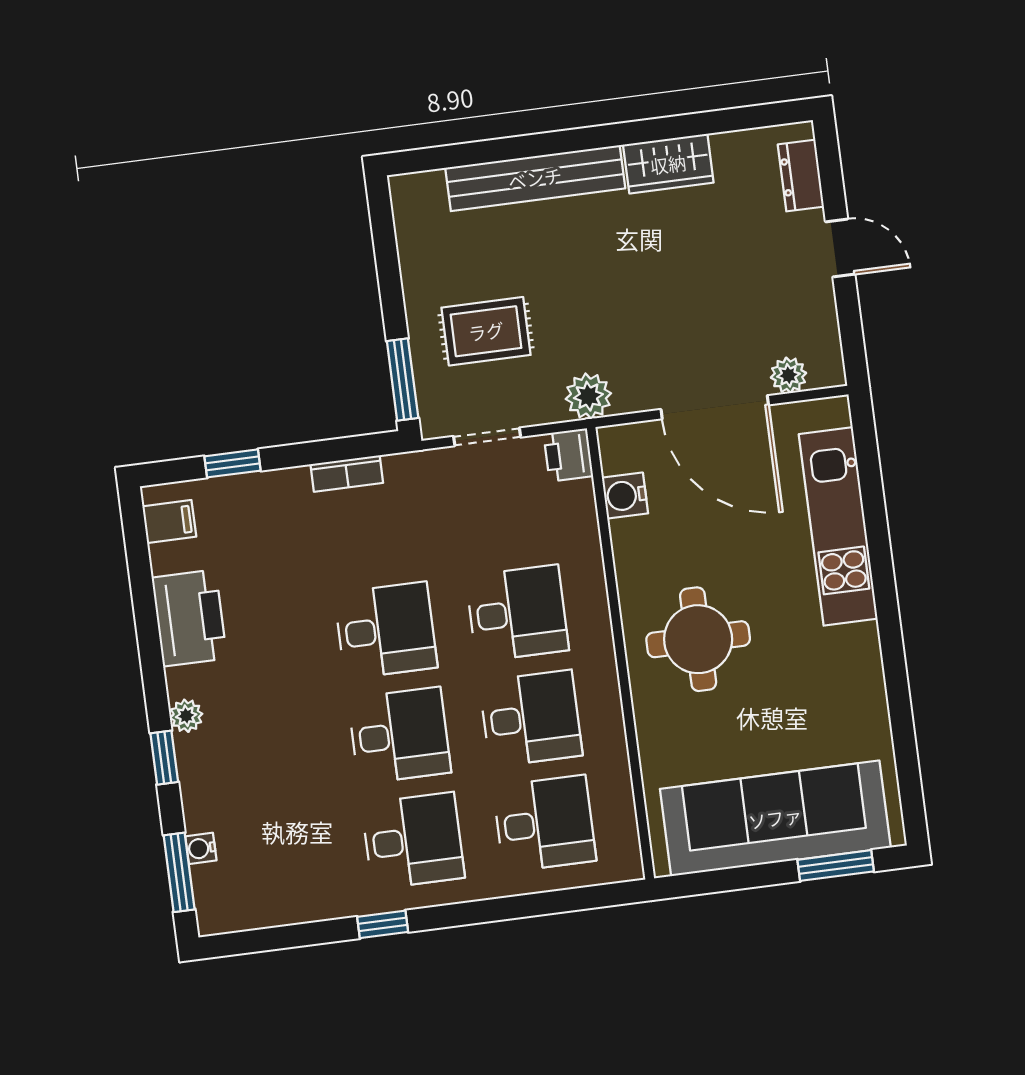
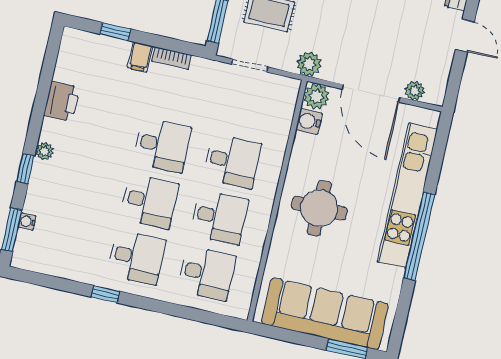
plant: (622, 448) -> (316, 96), added
printer: (568, 455) -> (288, 90), removed
filing cabinet: (169, 522) -> (140, 57), moved, turned 90
kitchen unit: (838, 526) -> (407, 196), width x1.36
printer: (189, 618) -> (62, 101), width x0.73, depth x0.84
window: (889, 624) -> (419, 236), added

